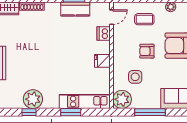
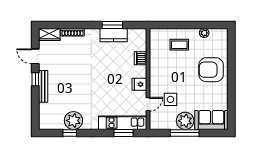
door: (111, 17) -> (148, 104), moved
armchair: (147, 51) -> (182, 75), removed
plant: (122, 99) -> (185, 121), moved
window: (71, 112) -> (124, 133), moved

